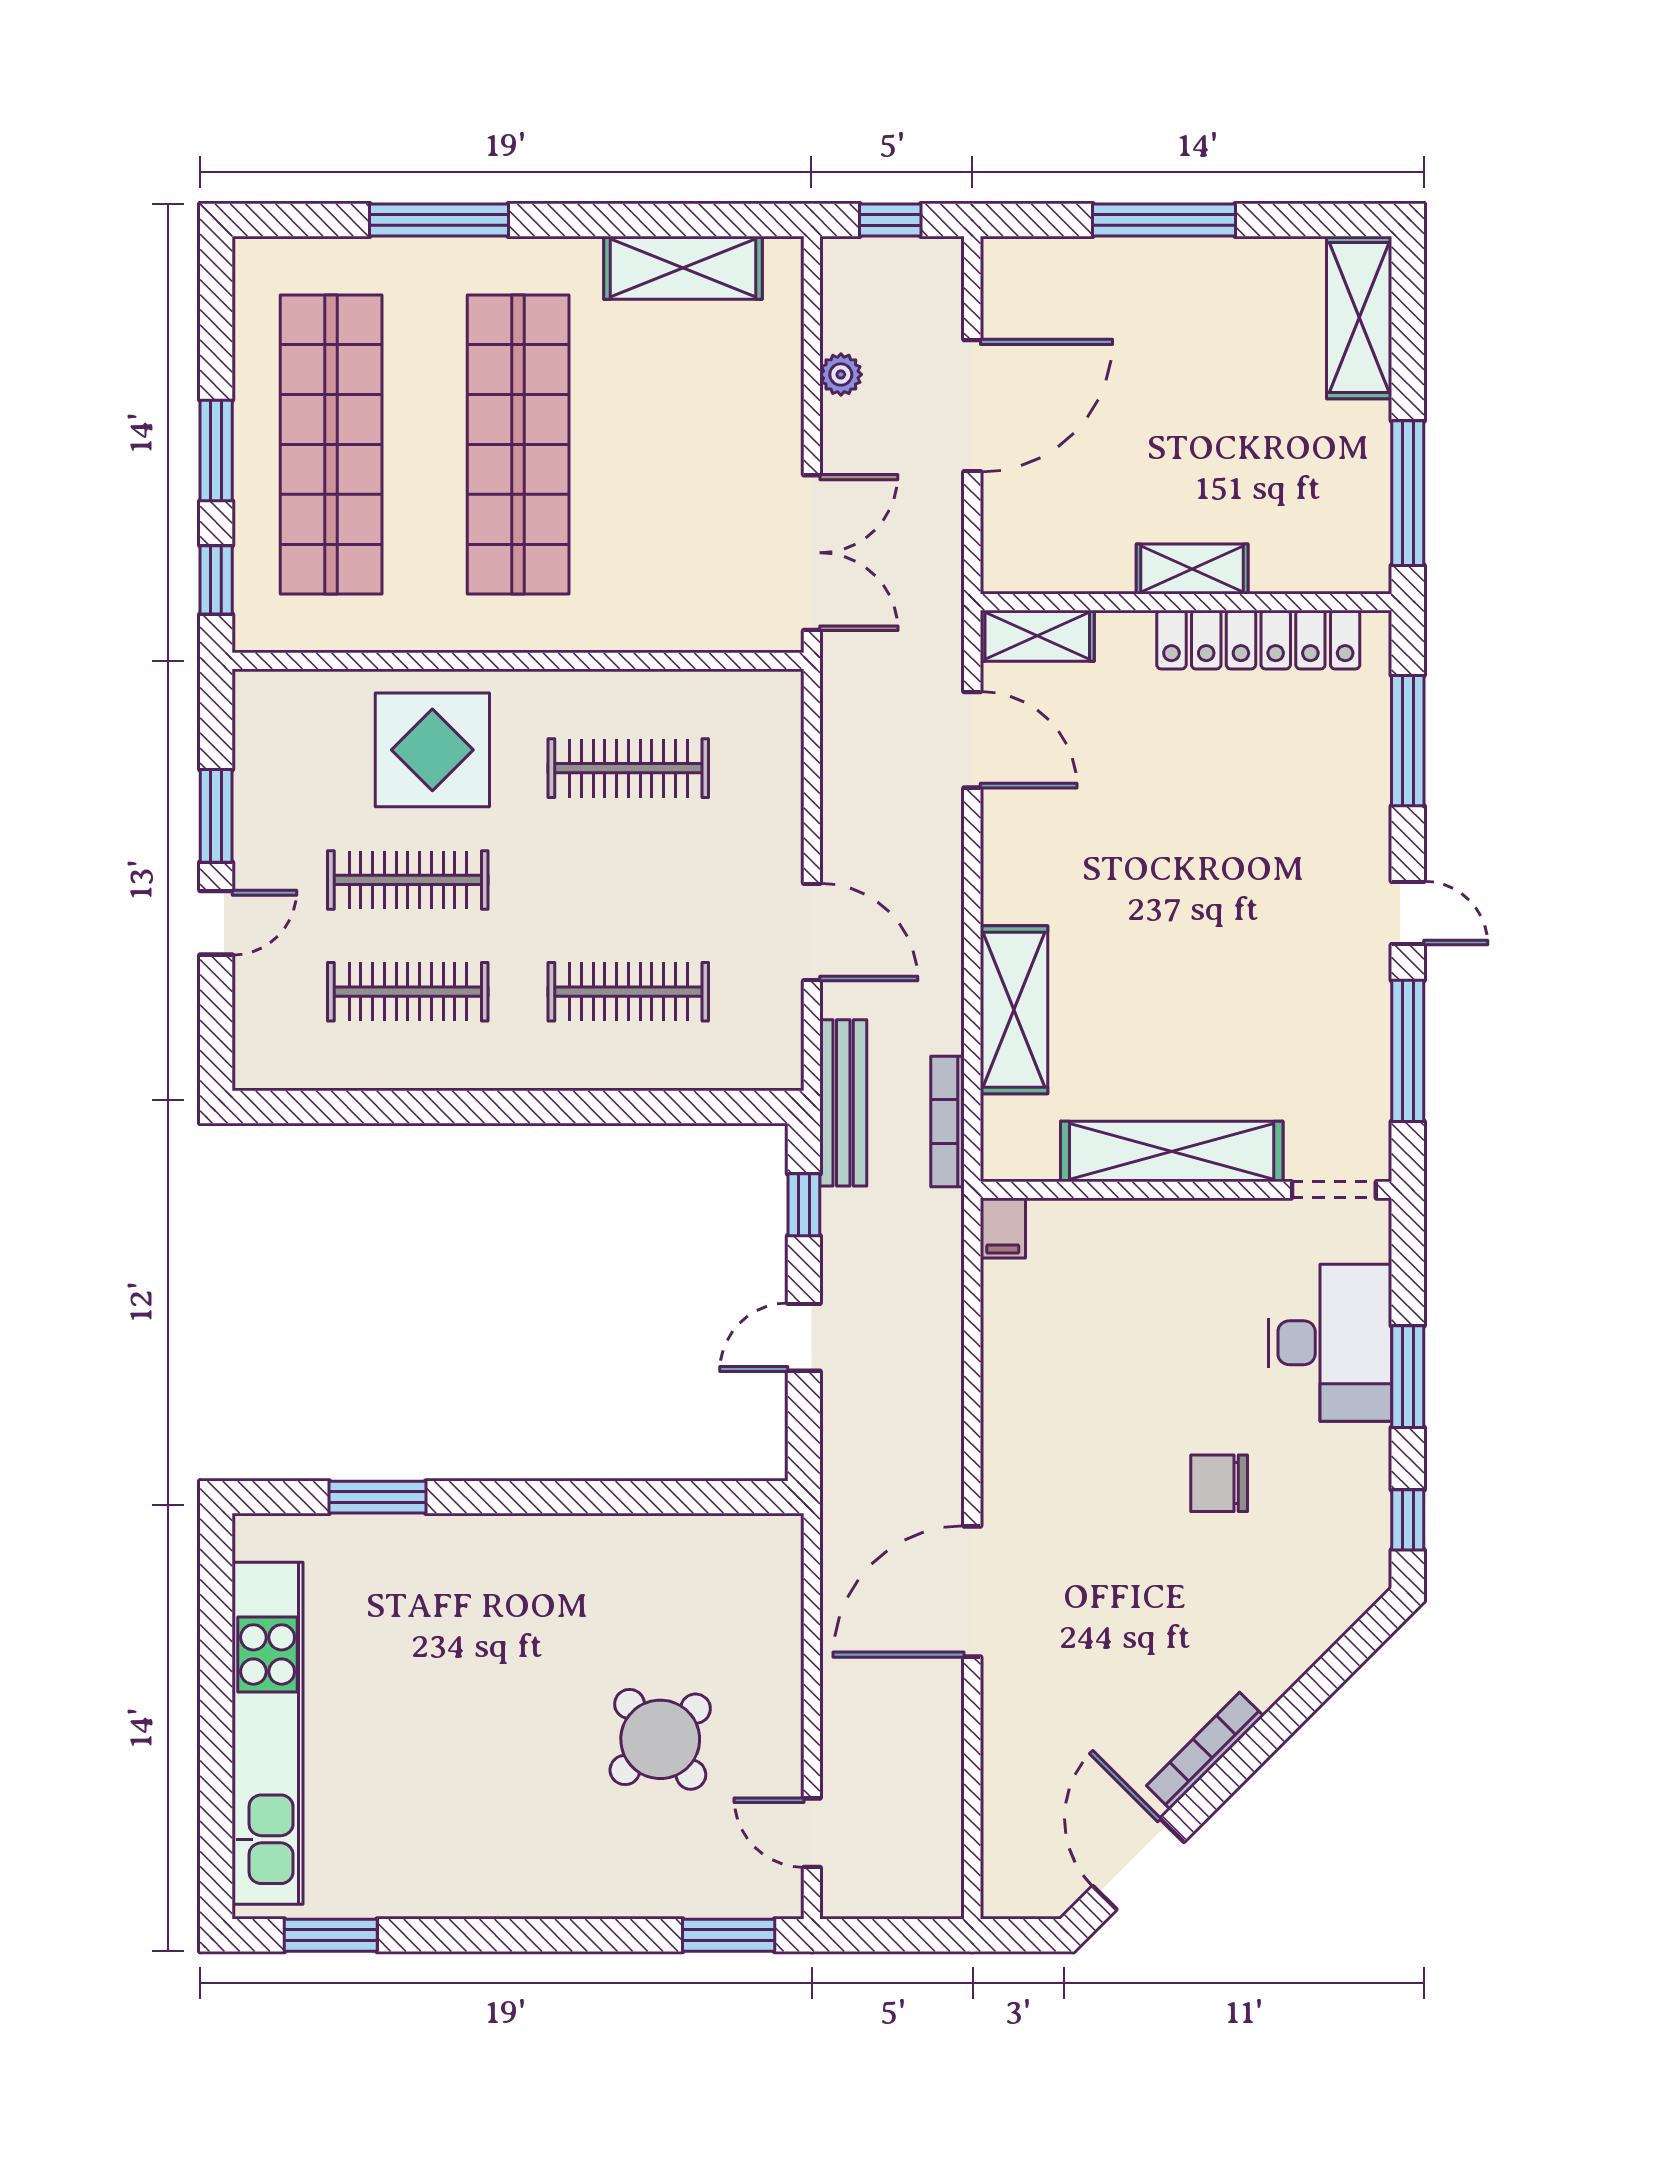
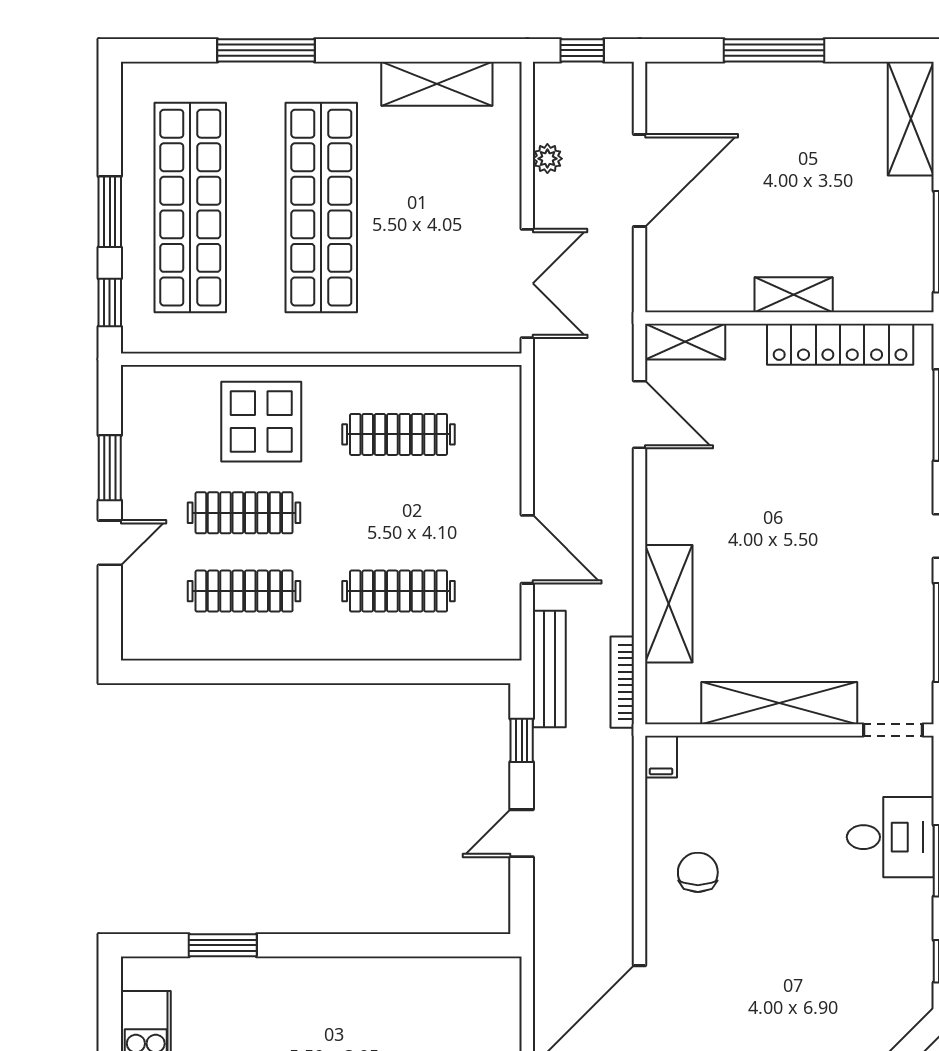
desk: (1330, 1343) -> (890, 837), width x0.73
chair: (1219, 1483) -> (698, 872), moved, turned 90

